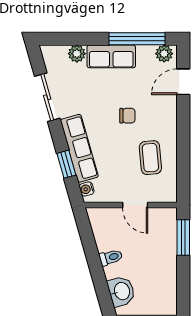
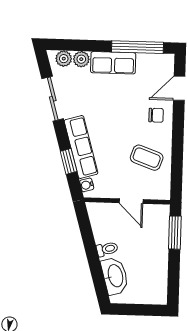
plant: (164, 54) -> (64, 59), moved
chair: (127, 116) -> (156, 115), moved
coffee table: (150, 158) -> (147, 158), turned -65
washbasin: (121, 291) -> (115, 276), width x1.38

